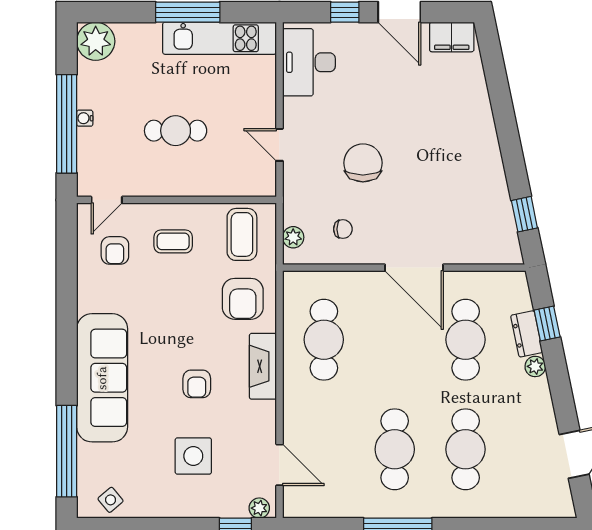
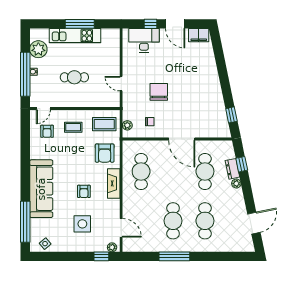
kitchen unit: (220, 38) -> (75, 36), moved
plant: (96, 41) -> (38, 49), moved
desk: (309, 62) -> (144, 40), moved, turned 90
coffee table: (242, 234) -> (104, 124), turned 90

